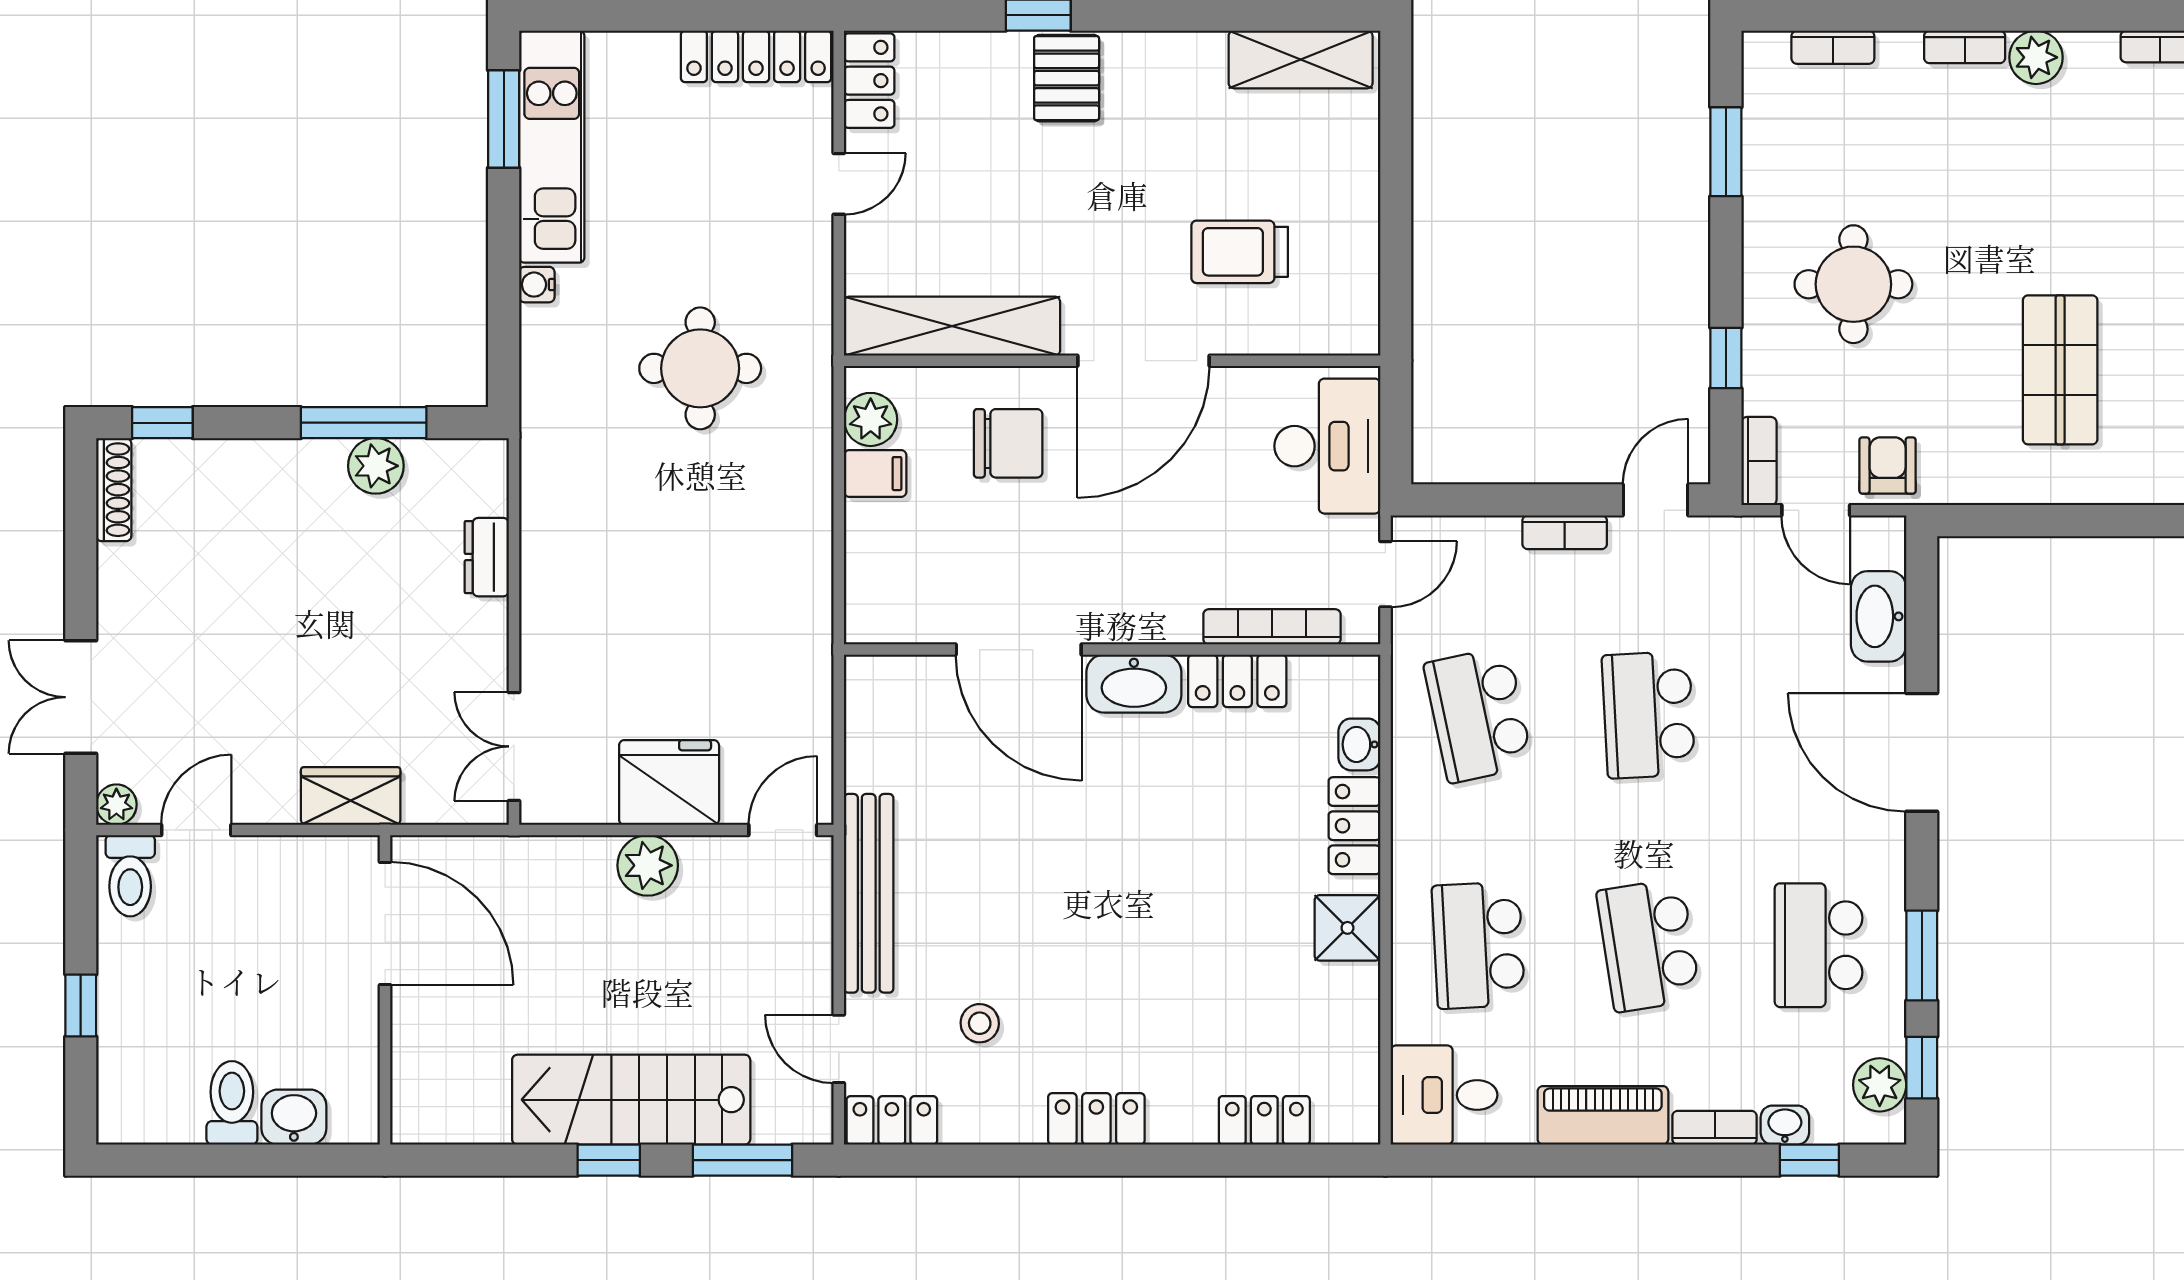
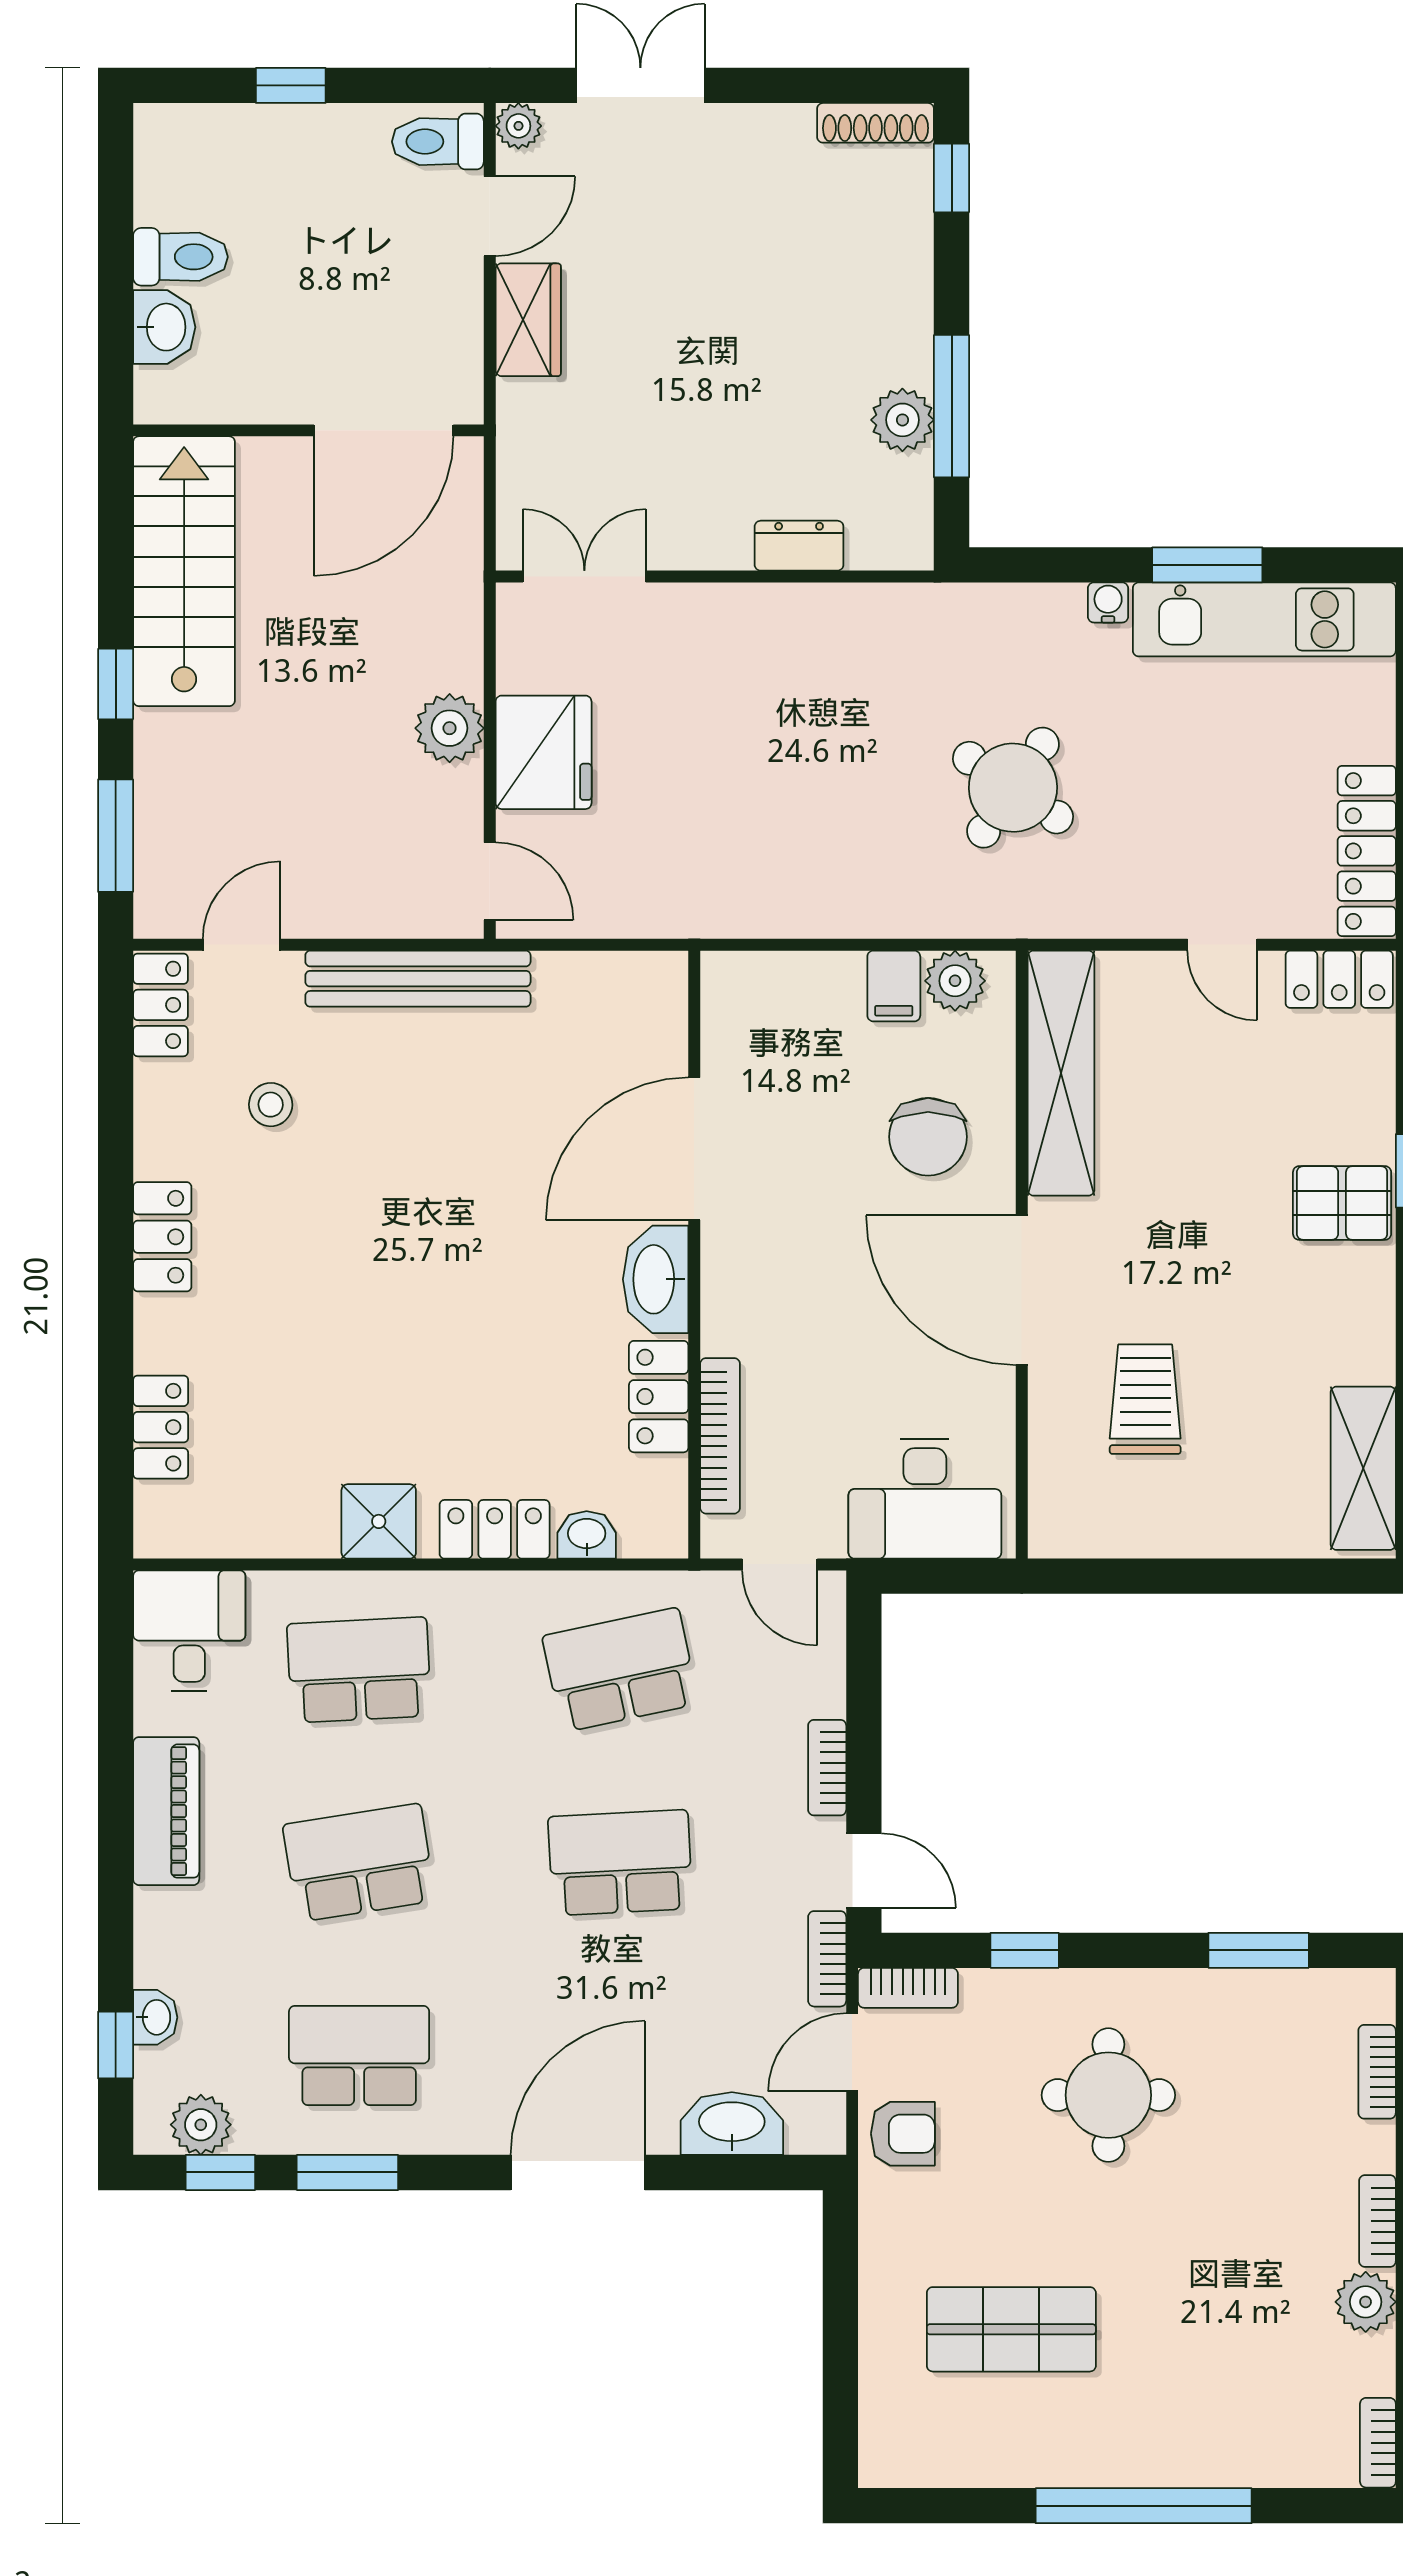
window: (504, 119) -> (1207, 565), moved
round table: (700, 368) -> (1013, 788), turned 34
wardrobe: (351, 796) -> (528, 320), moved
door: (196, 830) -> (490, 216), hinge flipped
stairs: (631, 1100) -> (184, 571), moved
bookcase: (1715, 1128) -> (827, 1959), moved, turned 180

